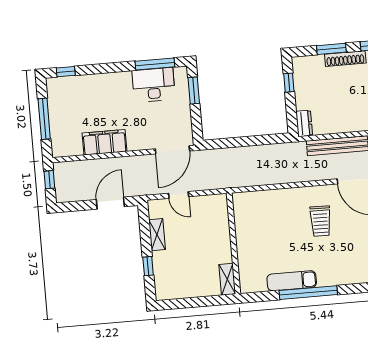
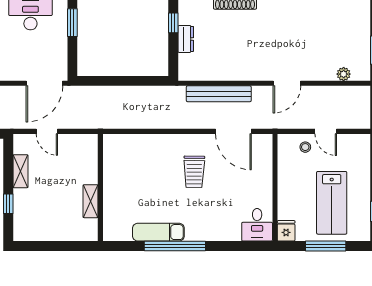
dresser: (304, 123) -> (186, 39), moved
shelving: (227, 279) -> (91, 201), moved

